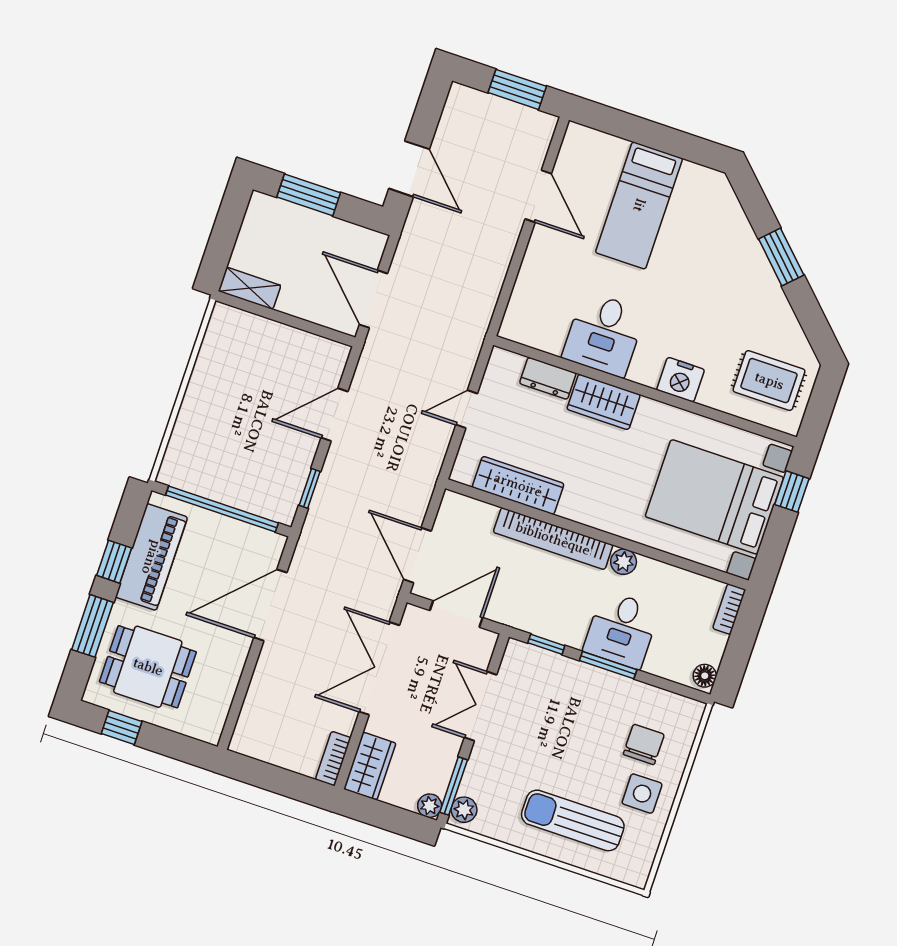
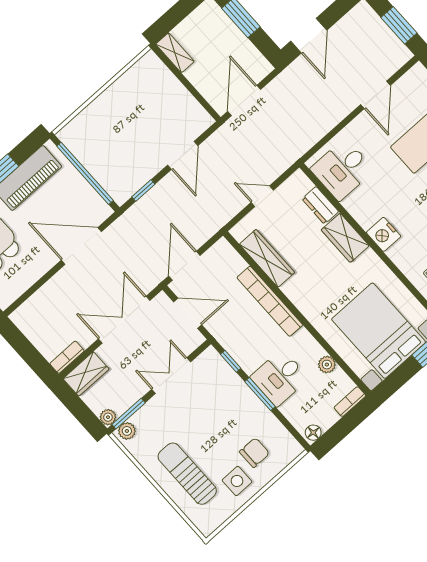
desk: (604, 334) -> (342, 169), moved
nightstand: (681, 380) -> (384, 234), moved
door: (334, 415) -> (183, 155), swing flipped
plant: (624, 562) -> (327, 365), moved

